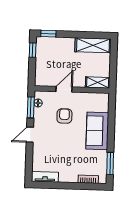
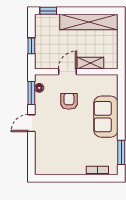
shelving: (93, 45) -> (89, 22), width x1.47
window: (33, 50) -> (31, 46), moved
shelving: (98, 83) -> (90, 63), moved
tv unit: (45, 177) -> (49, 169), removed

